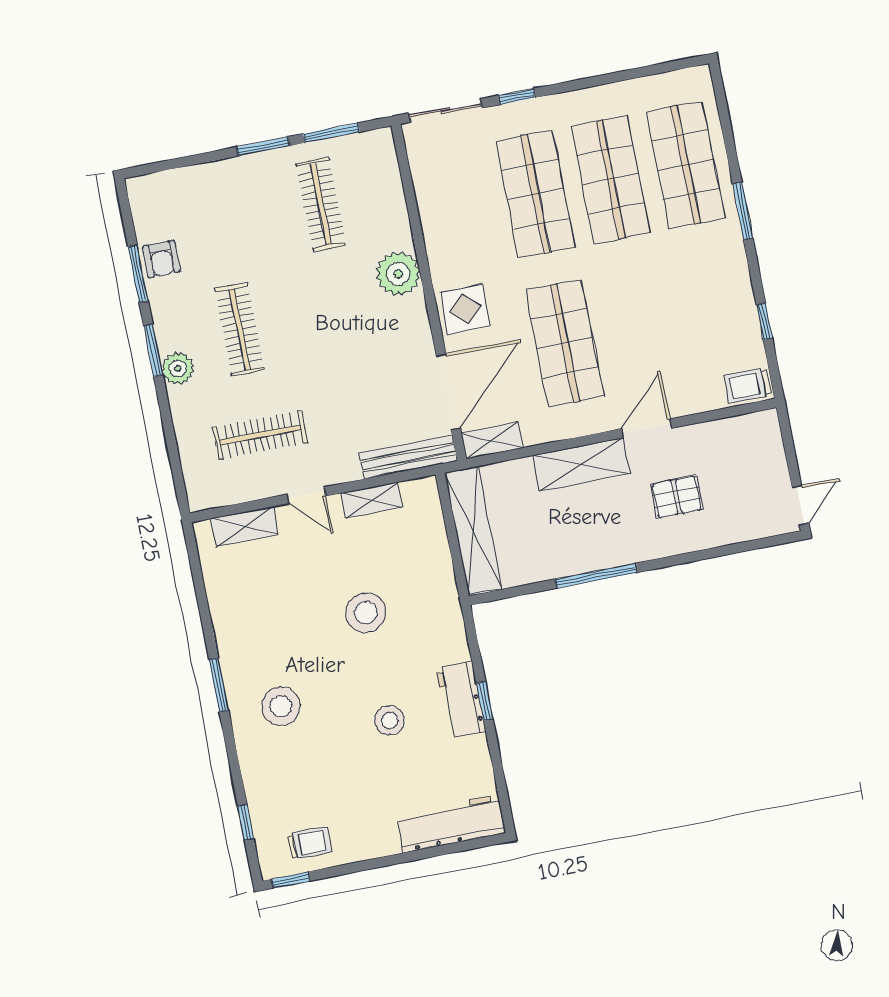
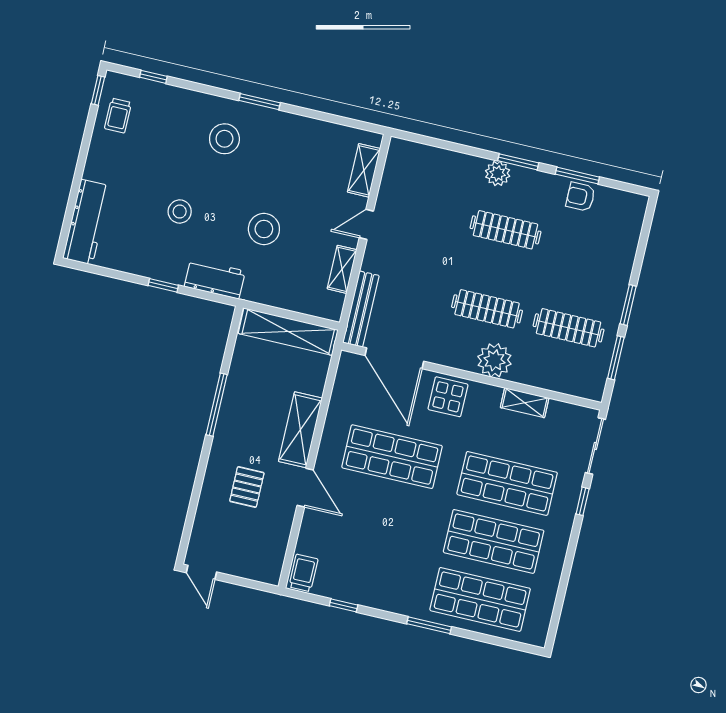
clothes rail: (260, 435) -> (487, 309), moved, turned 90
shelving: (492, 441) -> (525, 403), moved, turned 90
workbench: (461, 700) -> (215, 279), moved

